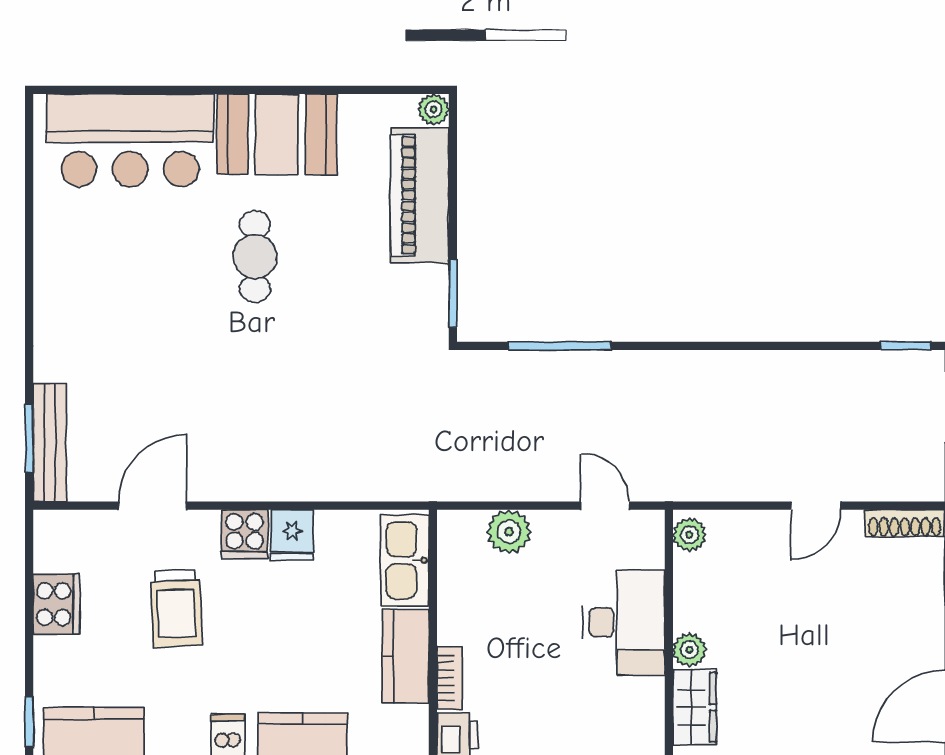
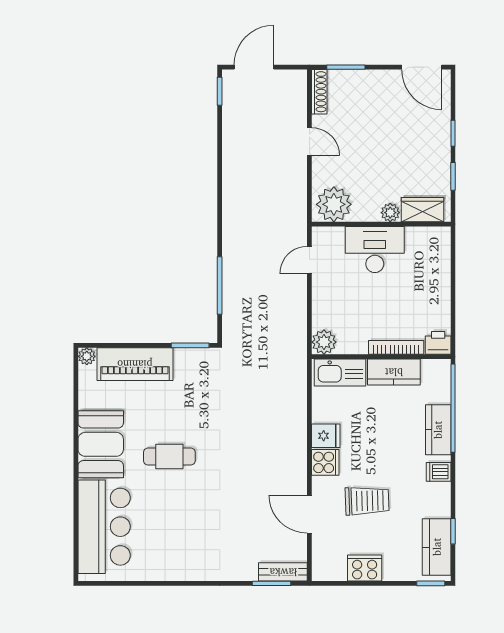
bench: (50, 443) -> (283, 572), width x0.73
plant: (509, 532) -> (324, 342), moved
plant: (690, 535) -> (334, 204), width x1.87, depth x1.87
bookcase: (449, 678) -> (396, 347), width x1.56

